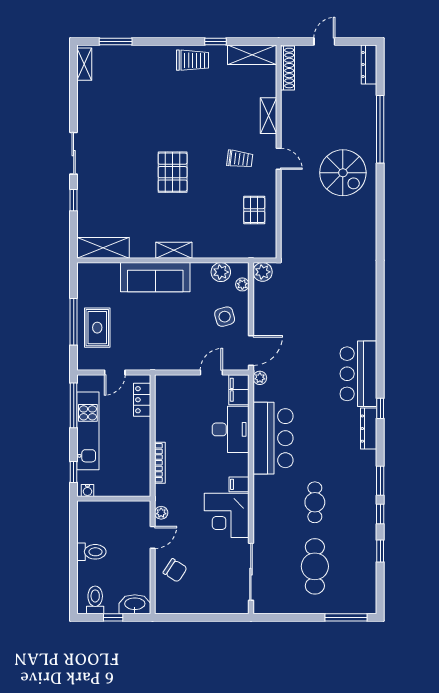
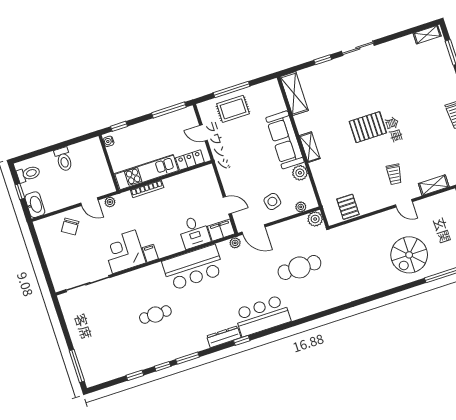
door: (279, 159) -> (404, 203), hinge flipped
pallet: (254, 210) -> (348, 207), moved, turned 90
plant: (221, 272) -> (300, 173), moved
desk: (231, 429) -> (194, 232), width x0.73
kitchen unit: (88, 431) -> (147, 172), moved, turned 180
cafe table: (315, 566) -> (299, 267), moved

